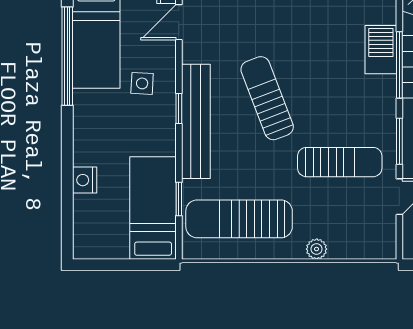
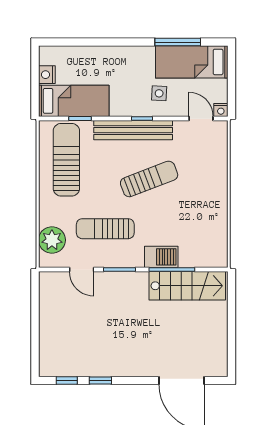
barbecue: (381, 50) -> (161, 257), moved
window: (67, 56) -> (178, 42), width x0.68
sun lounger: (340, 162) -> (105, 229), turned 90
nightstand: (85, 180) -> (47, 75), moved, turned -90
plant: (317, 249) -> (52, 240), moved, width x1.87, depth x1.87

